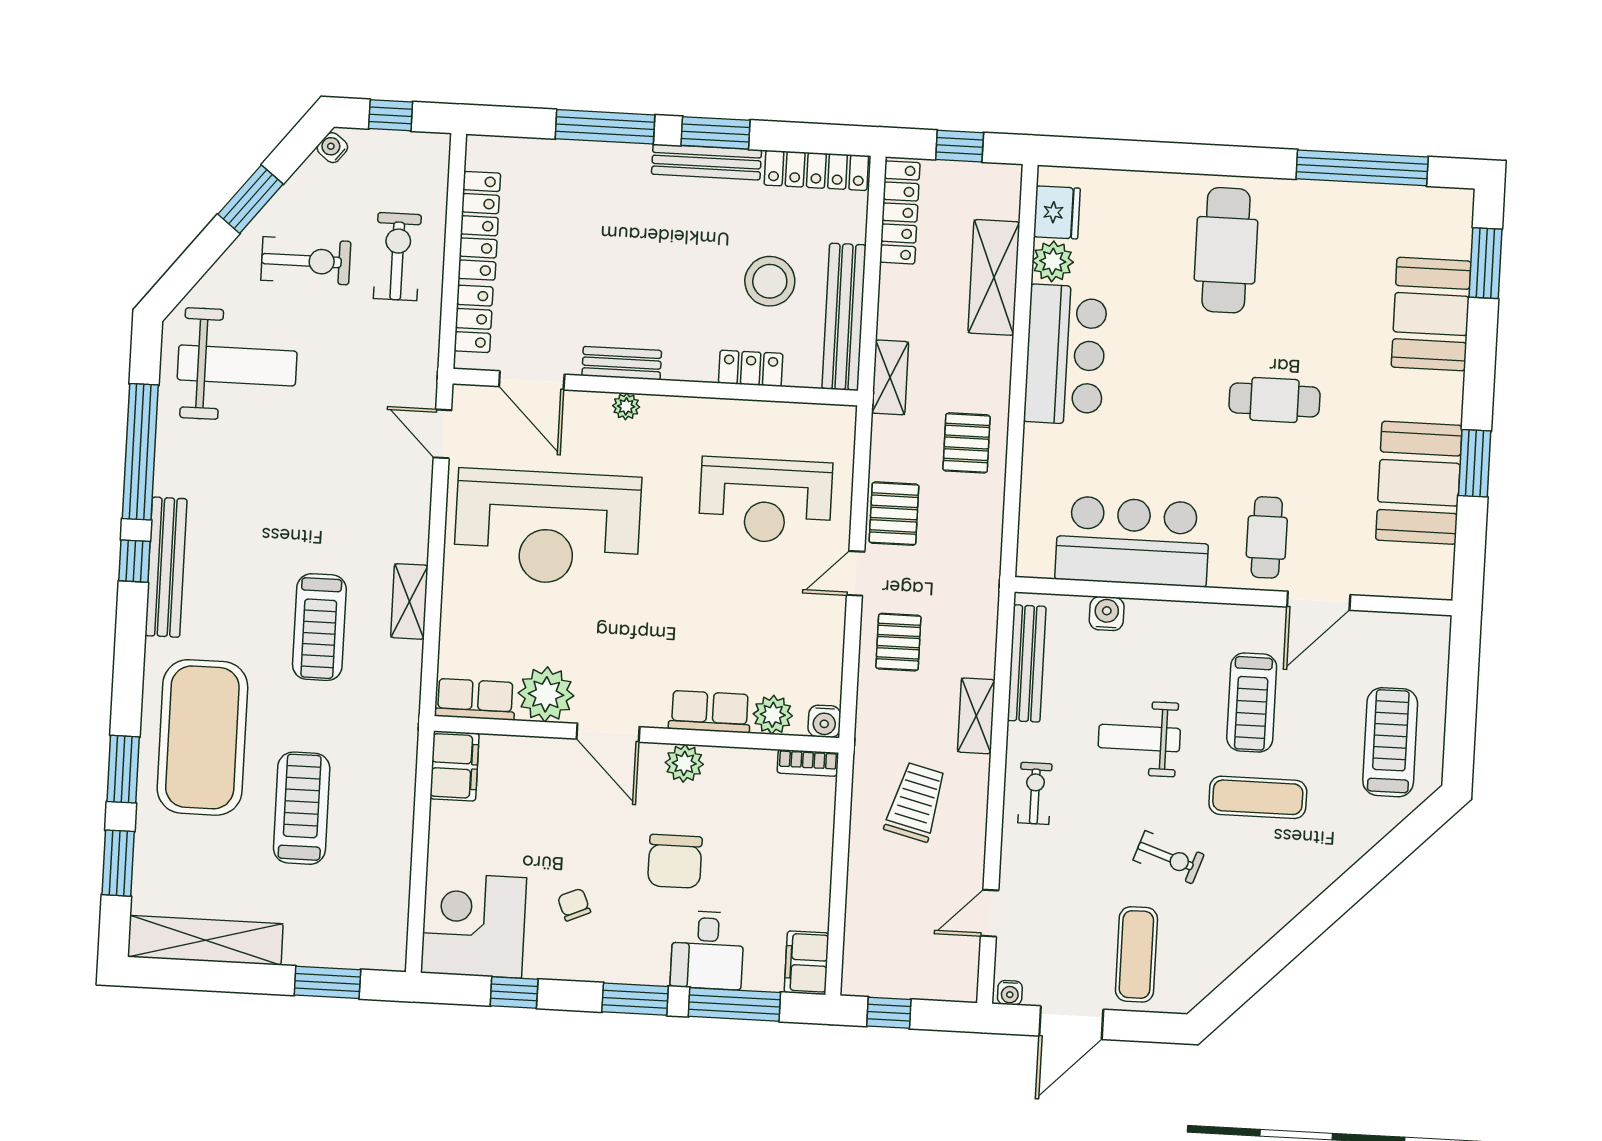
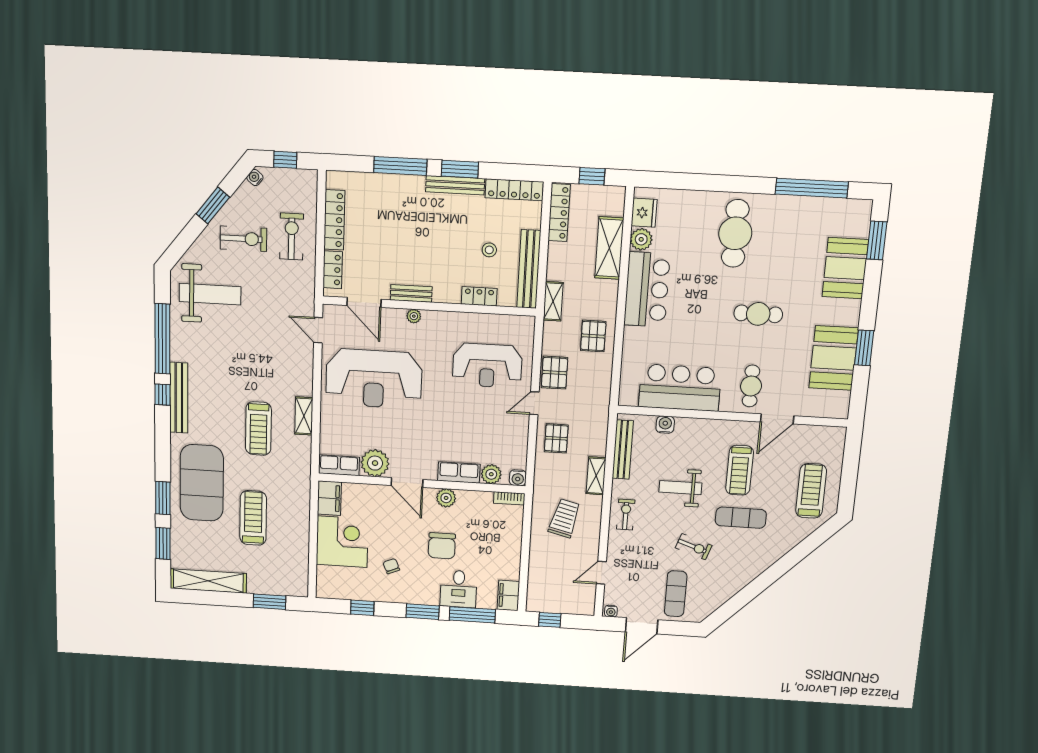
stool: (770, 281) -> (489, 250), width x0.53, depth x0.53
corner desk: (474, 925) -> (342, 542), moved, turned 90

